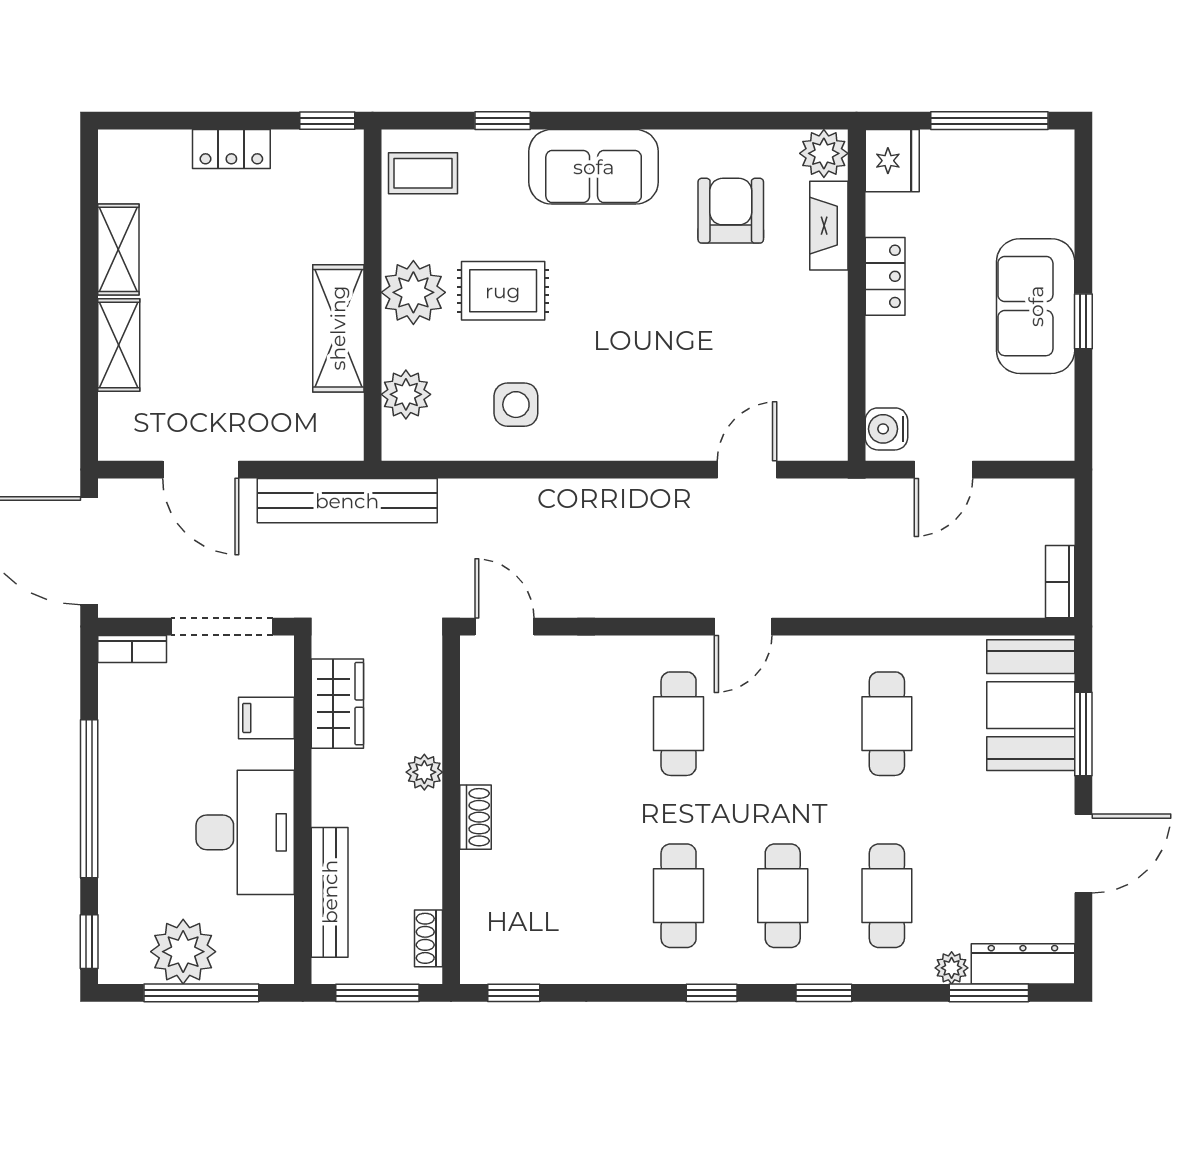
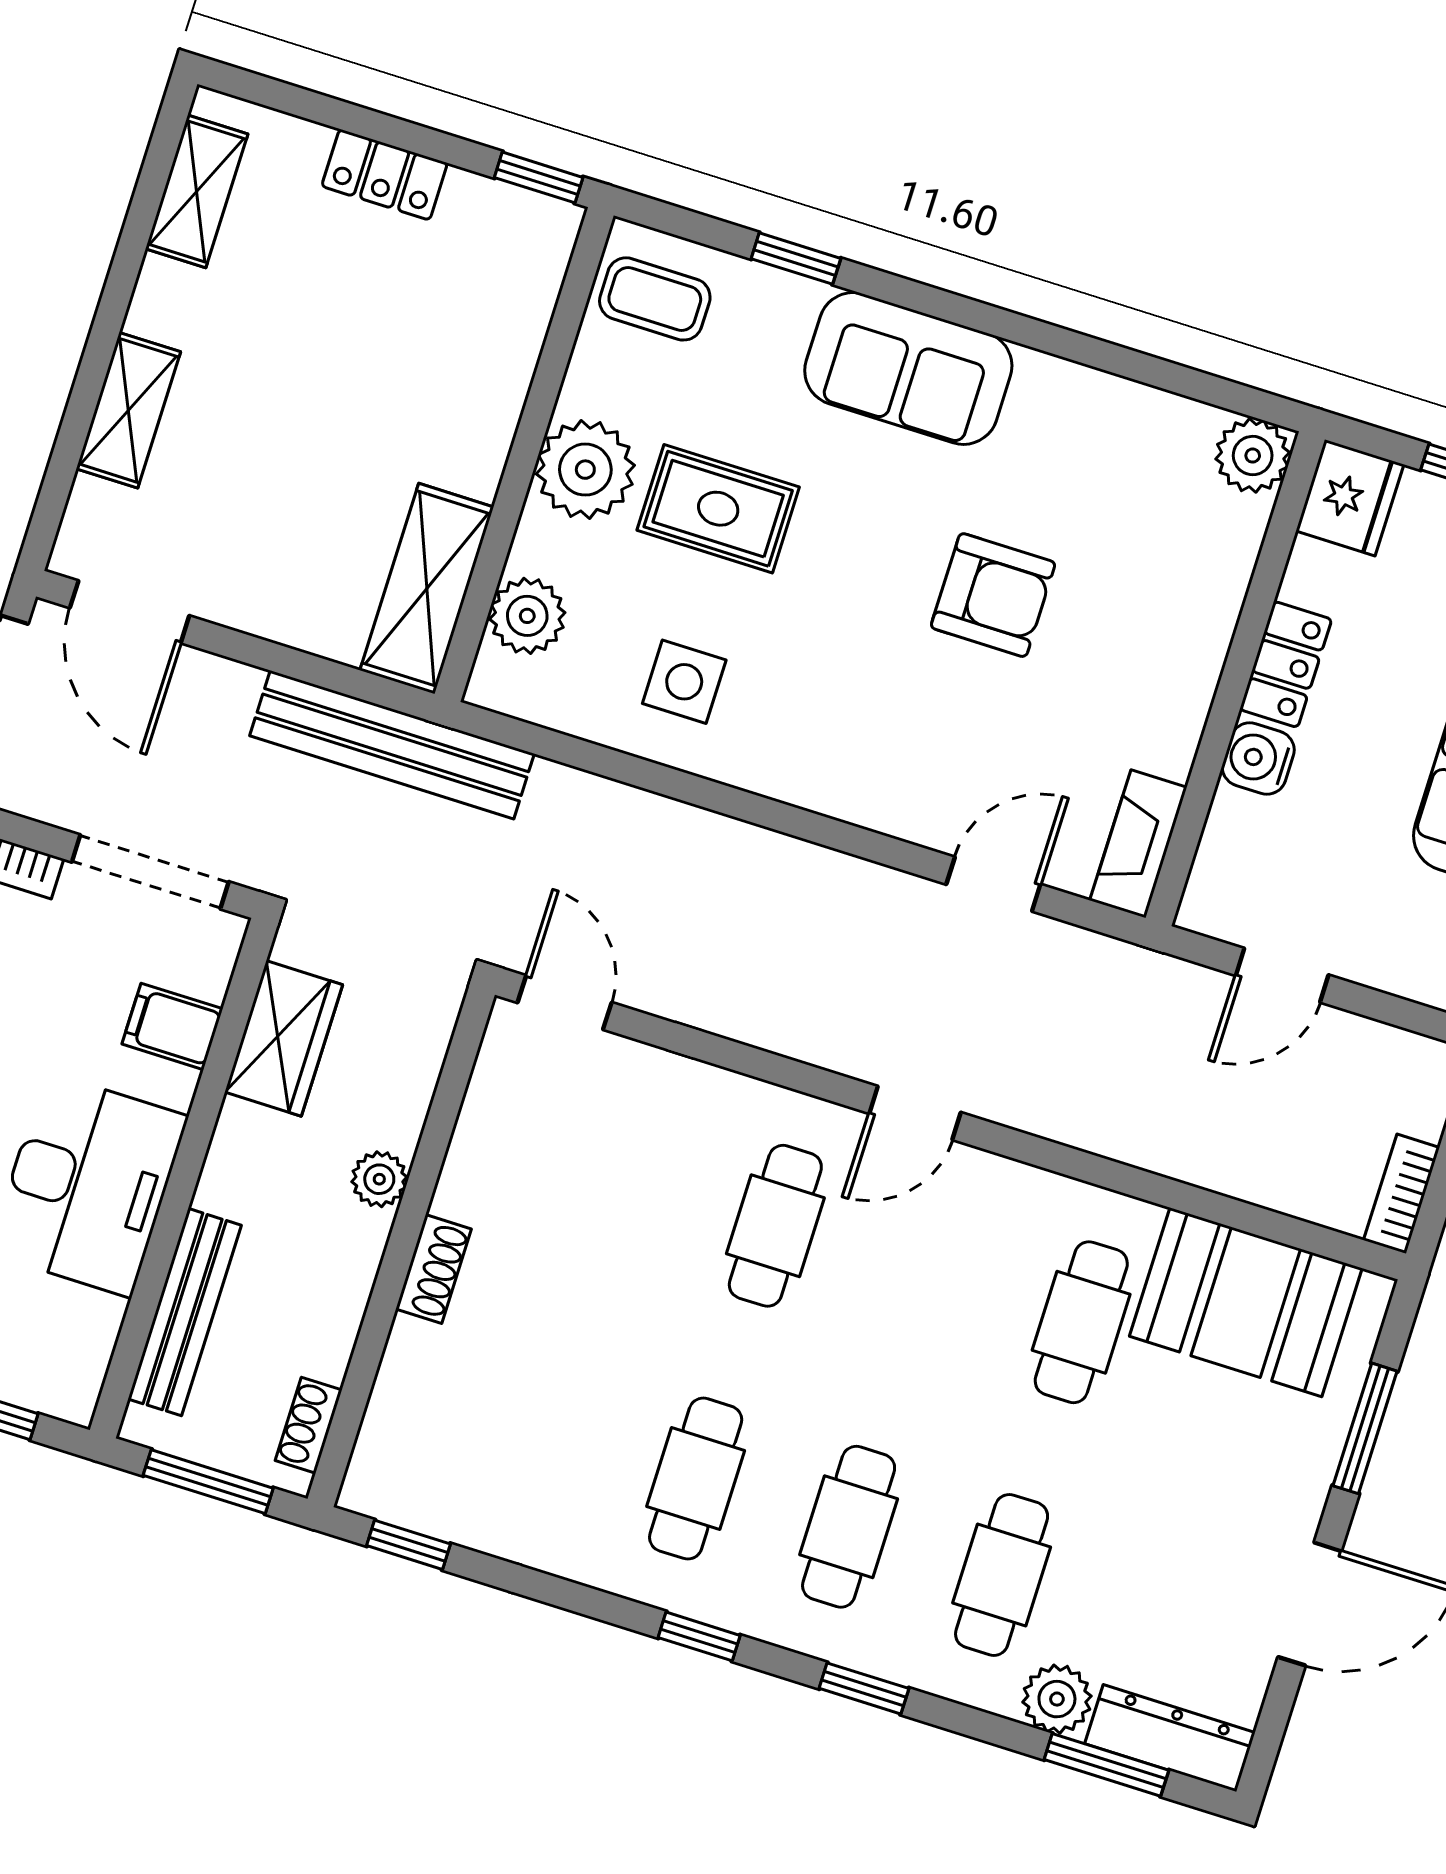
armchair: (731, 211) -> (993, 595), moved, turned 90
fireplace: (829, 226) -> (1138, 844), moved
shelving: (118, 249) -> (197, 191), moved
shelving: (338, 328) -> (427, 589), moved
water cooler: (886, 429) -> (1258, 759), moved
door: (201, 470) -> (130, 612), moved
booth: (1031, 705) -> (1246, 1302), moved, turned 90
plant: (952, 968) -> (1057, 1699), width x1.38, depth x1.38

